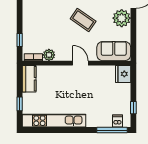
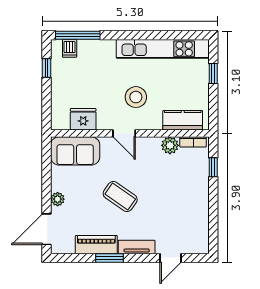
plant: (122, 18) -> (58, 199), width x0.53, depth x0.53
fridge: (123, 74) -> (83, 119), moved, turned -90
kitchen counter: (29, 79) -> (183, 120), moved, turned 90
stool: (72, 88) -> (136, 97), added

